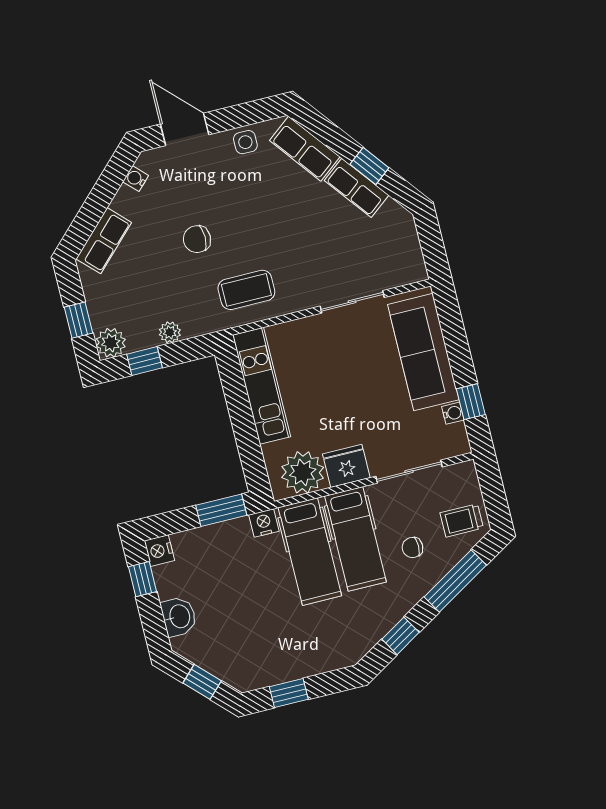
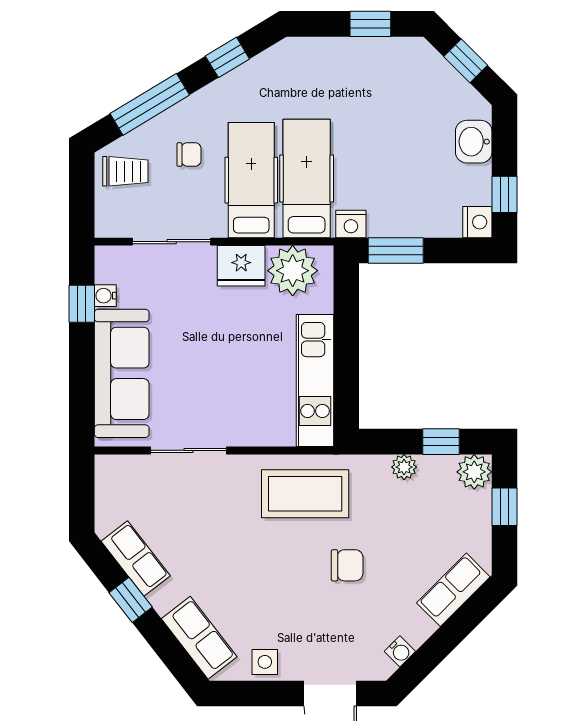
row of seats: (356, 188) -> (136, 558), moved
coffee table: (246, 290) -> (305, 494), width x1.36, depth x1.32

